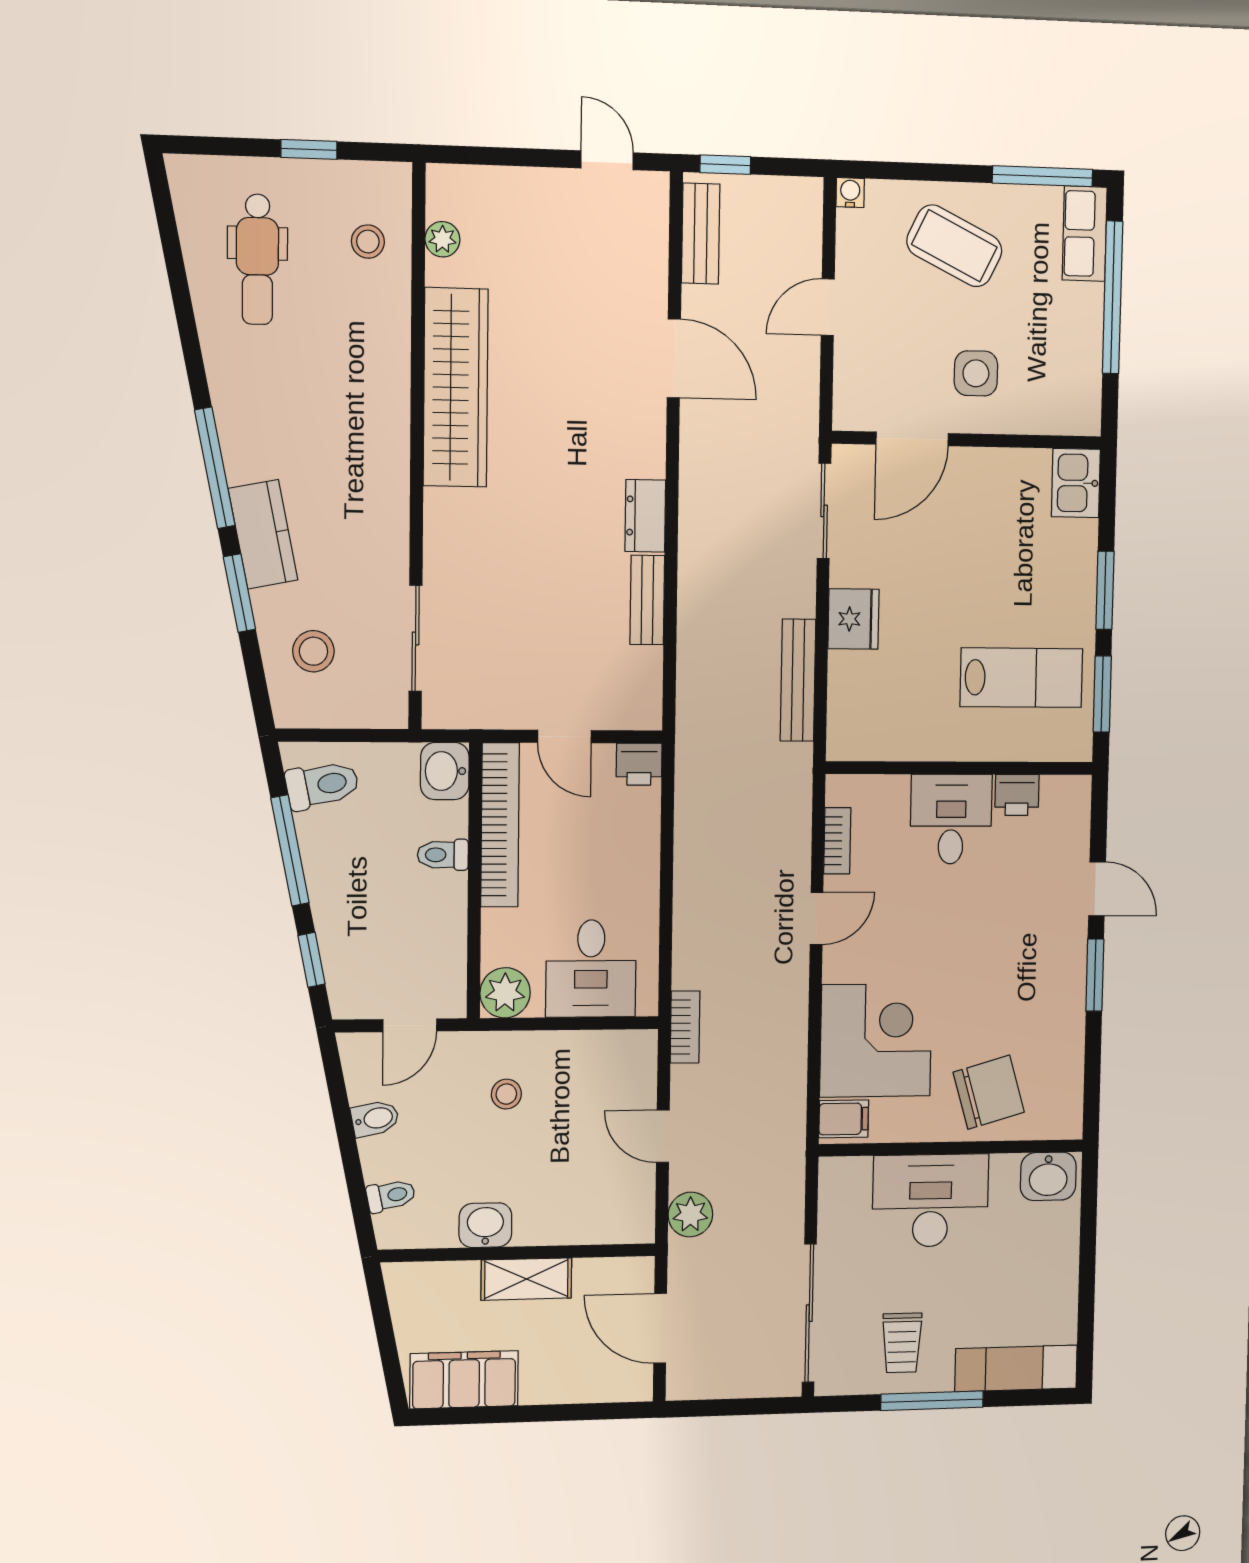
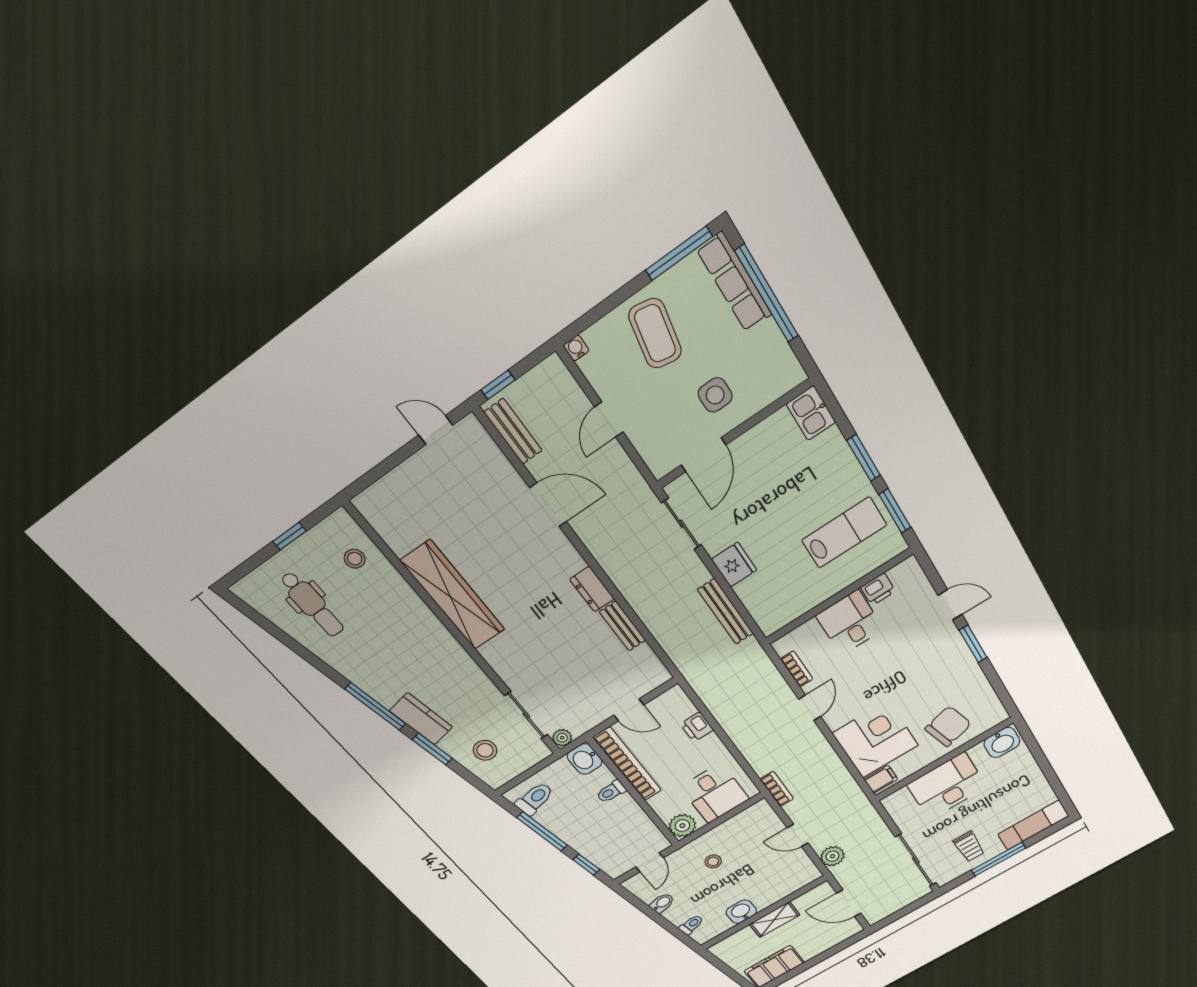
row of seats: (1085, 234) -> (734, 282), width x1.48
plant: (442, 239) -> (562, 738), moved
coffee table: (954, 246) -> (655, 333), turned 75
printer: (639, 764) -> (697, 727), moved, turned 90

